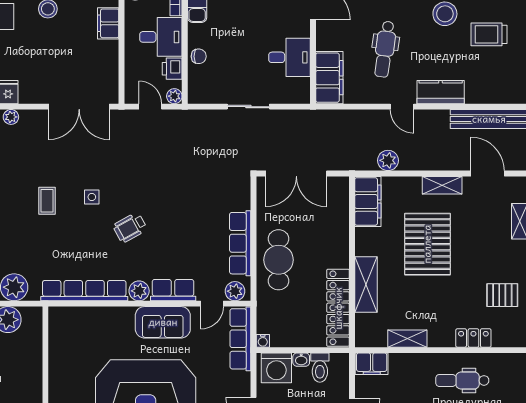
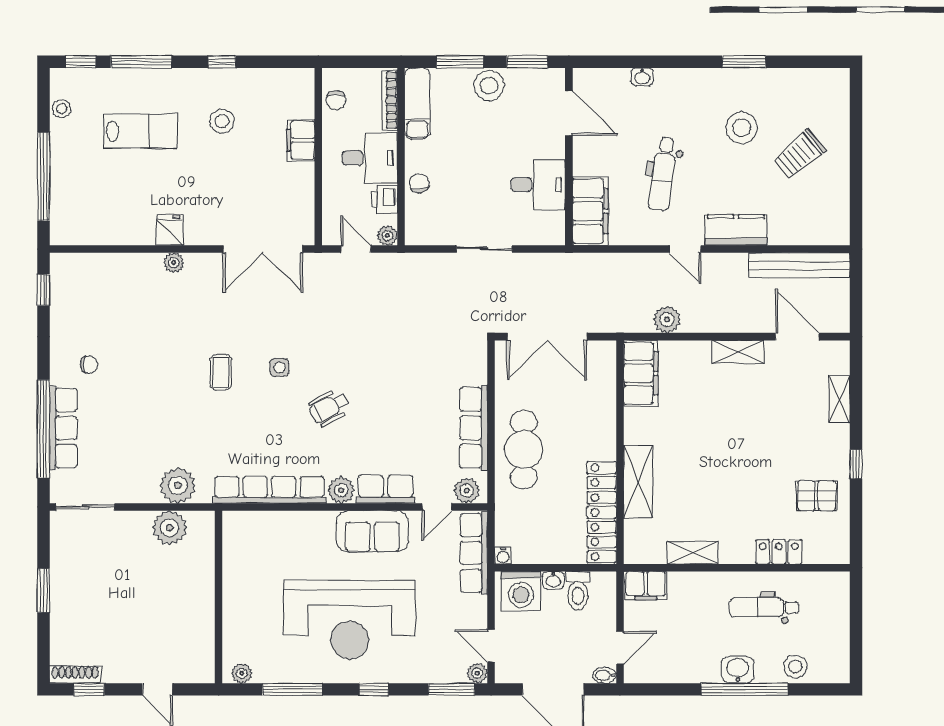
trolley: (489, 34) -> (799, 154), turned -40
chair: (199, 56) -> (419, 183), turned -98
pallet: (427, 244) -> (719, 429), removed

